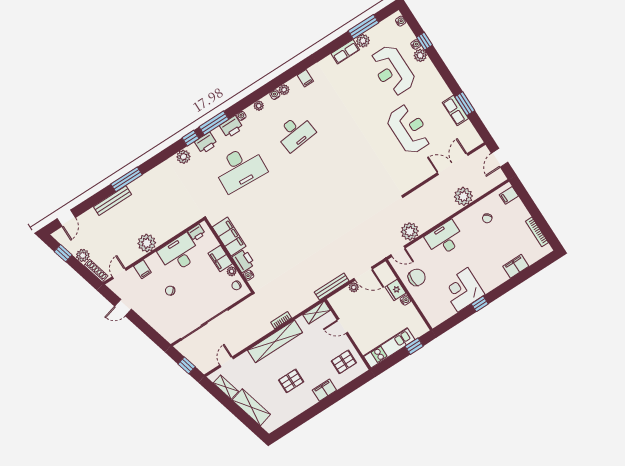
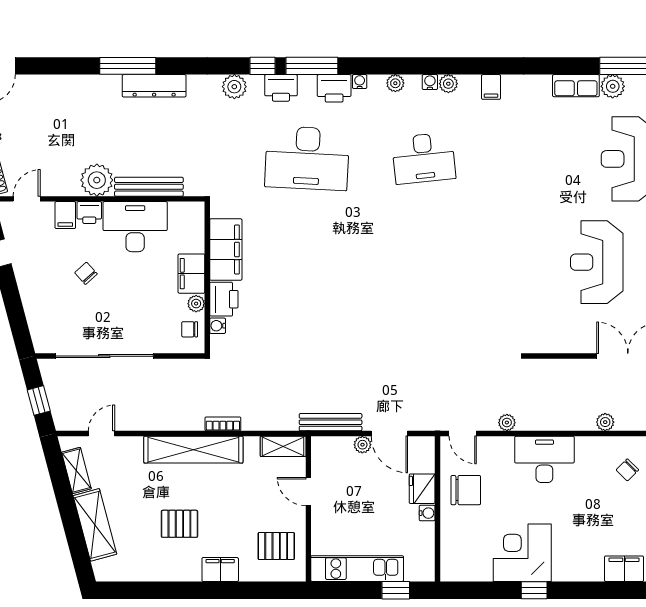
reception desk: (409, 129) -> (597, 262), turned 180
dresser: (145, 181) -> (154, 86), added
plant: (463, 196) -> (605, 422), width x0.53, depth x0.53
bench: (112, 201) -> (149, 187), moved
plant: (410, 231) -> (507, 423), width x0.53, depth x0.53
printer: (197, 233) -> (89, 213), moved

